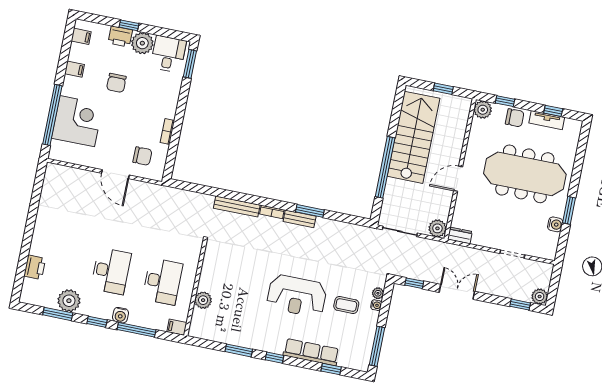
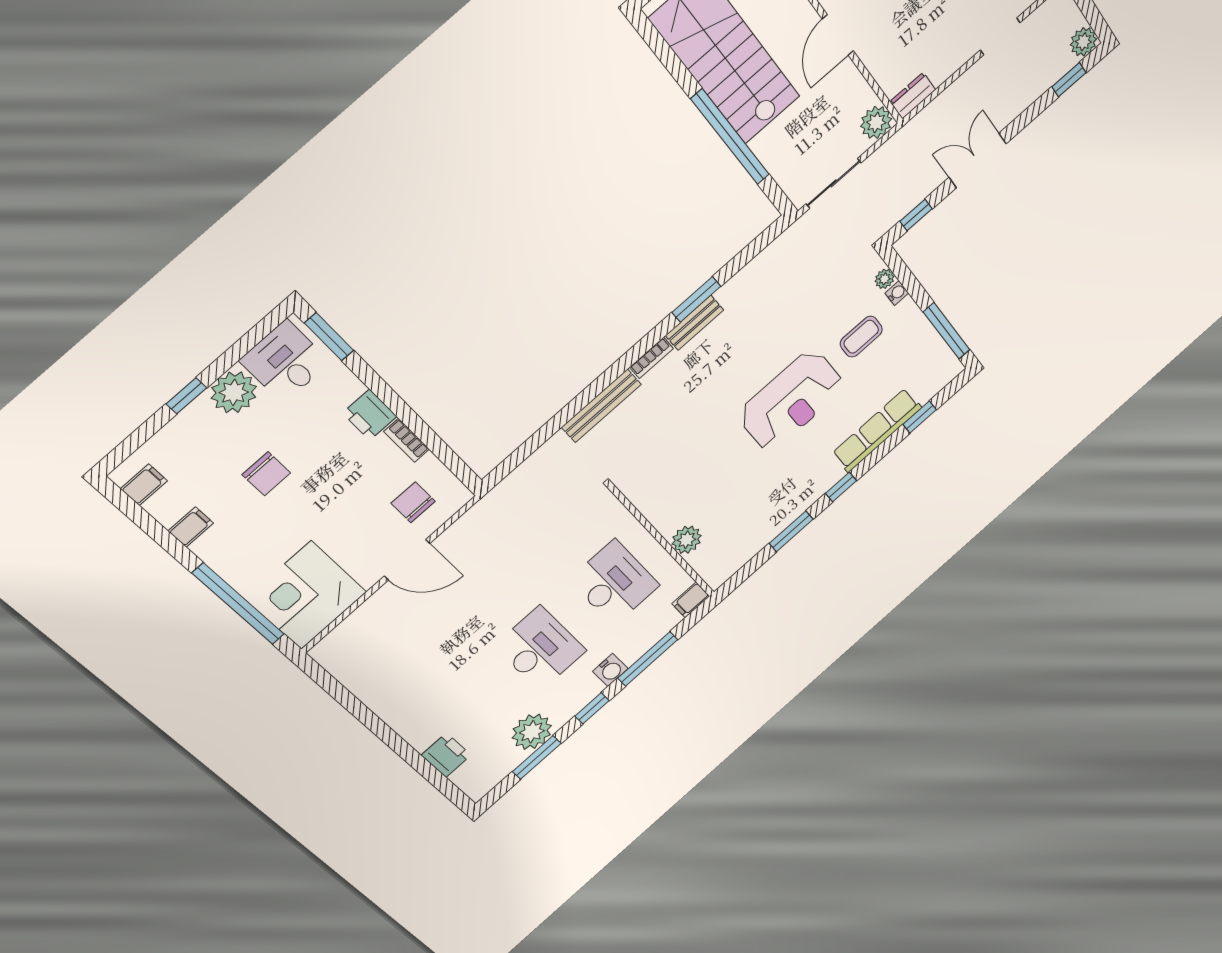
printer: (120, 37) -> (370, 415), moved, turned 90
corner desk: (77, 121) -> (306, 595), moved, turned -90
chair: (142, 156) -> (413, 502), turned -90

